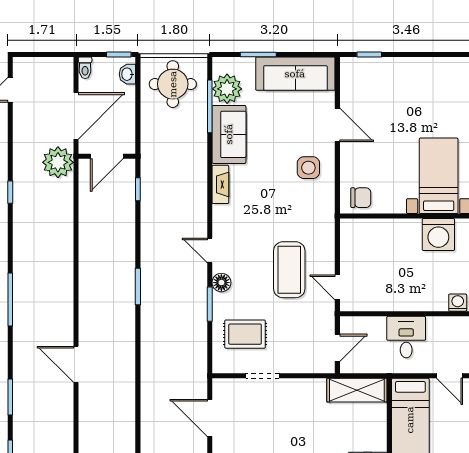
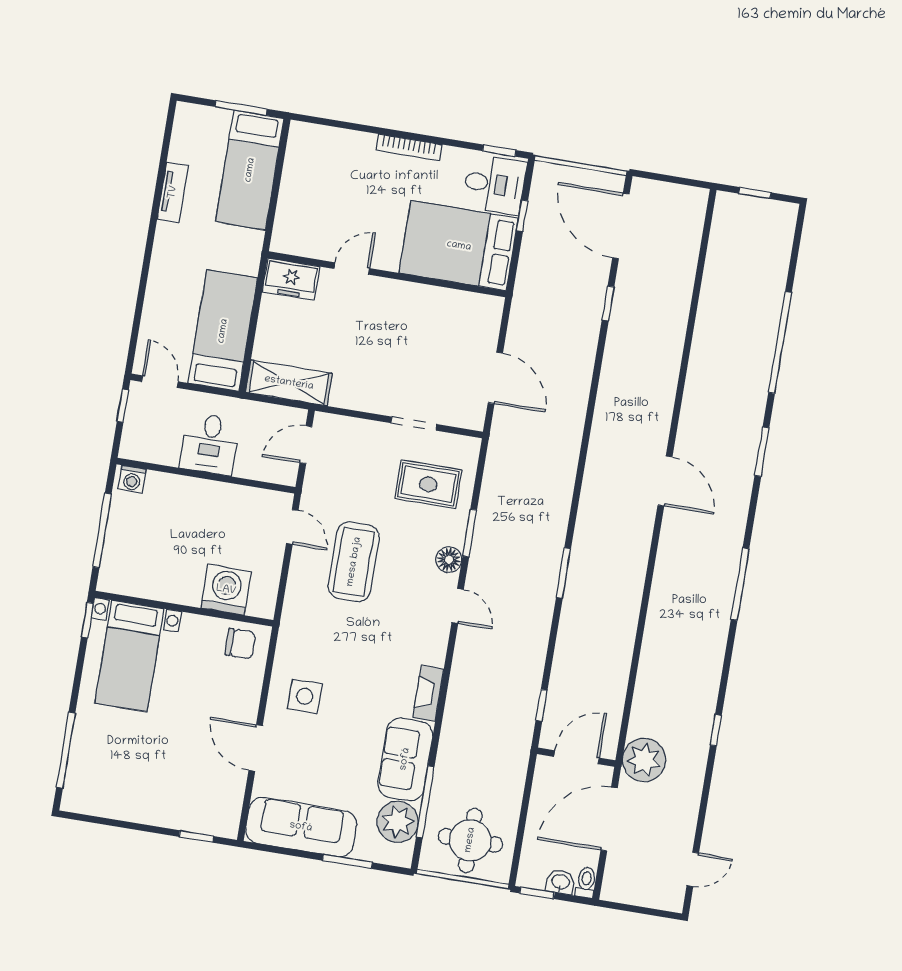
washbasin: (127, 74) -> (560, 882), moved, turned -90
chair: (361, 198) -> (240, 644), turned 180
washing machine: (438, 235) -> (226, 590), moved

